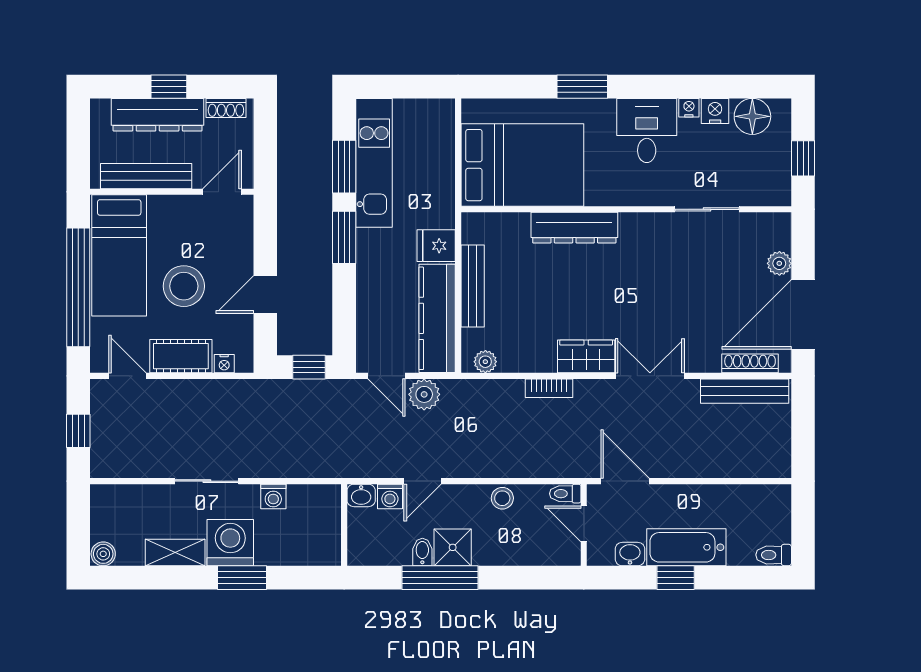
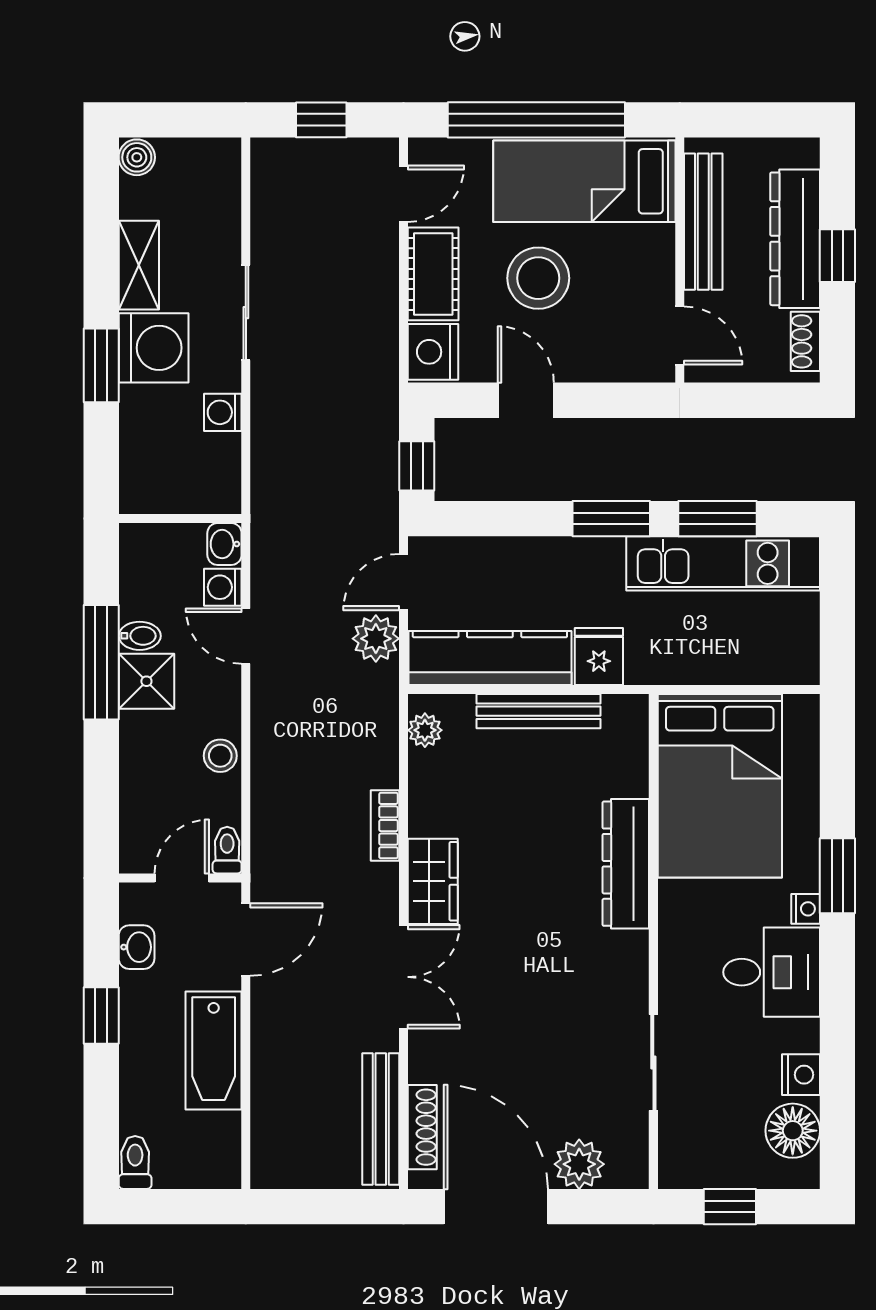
nightstand: (689, 108) -> (806, 909), moved
plant: (779, 263) -> (579, 1164), width x1.38, depth x1.38
nightstand: (224, 364) -> (433, 352), width x1.89, depth x1.79
bathtub: (686, 547) -> (214, 1050), moved, turned 180

